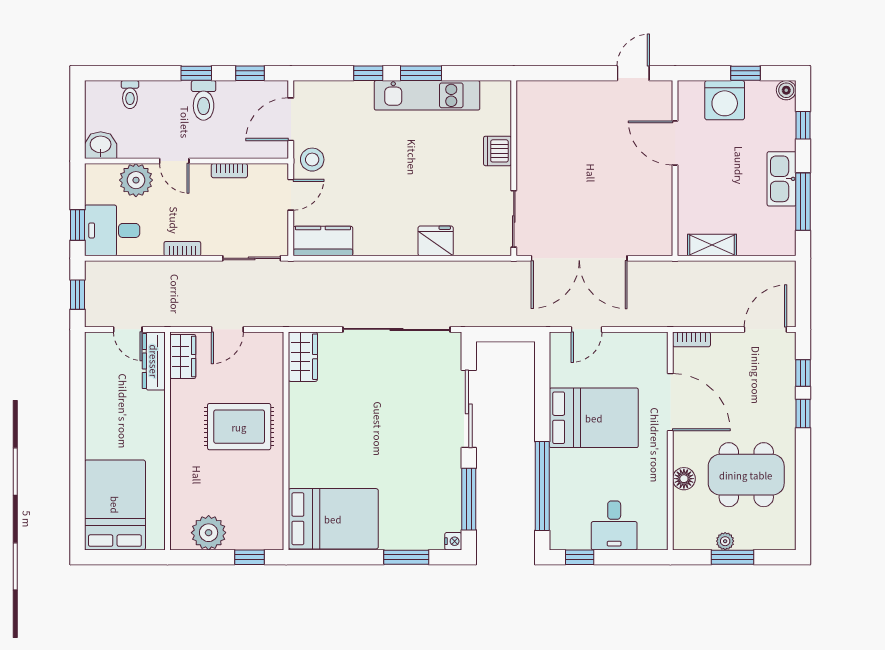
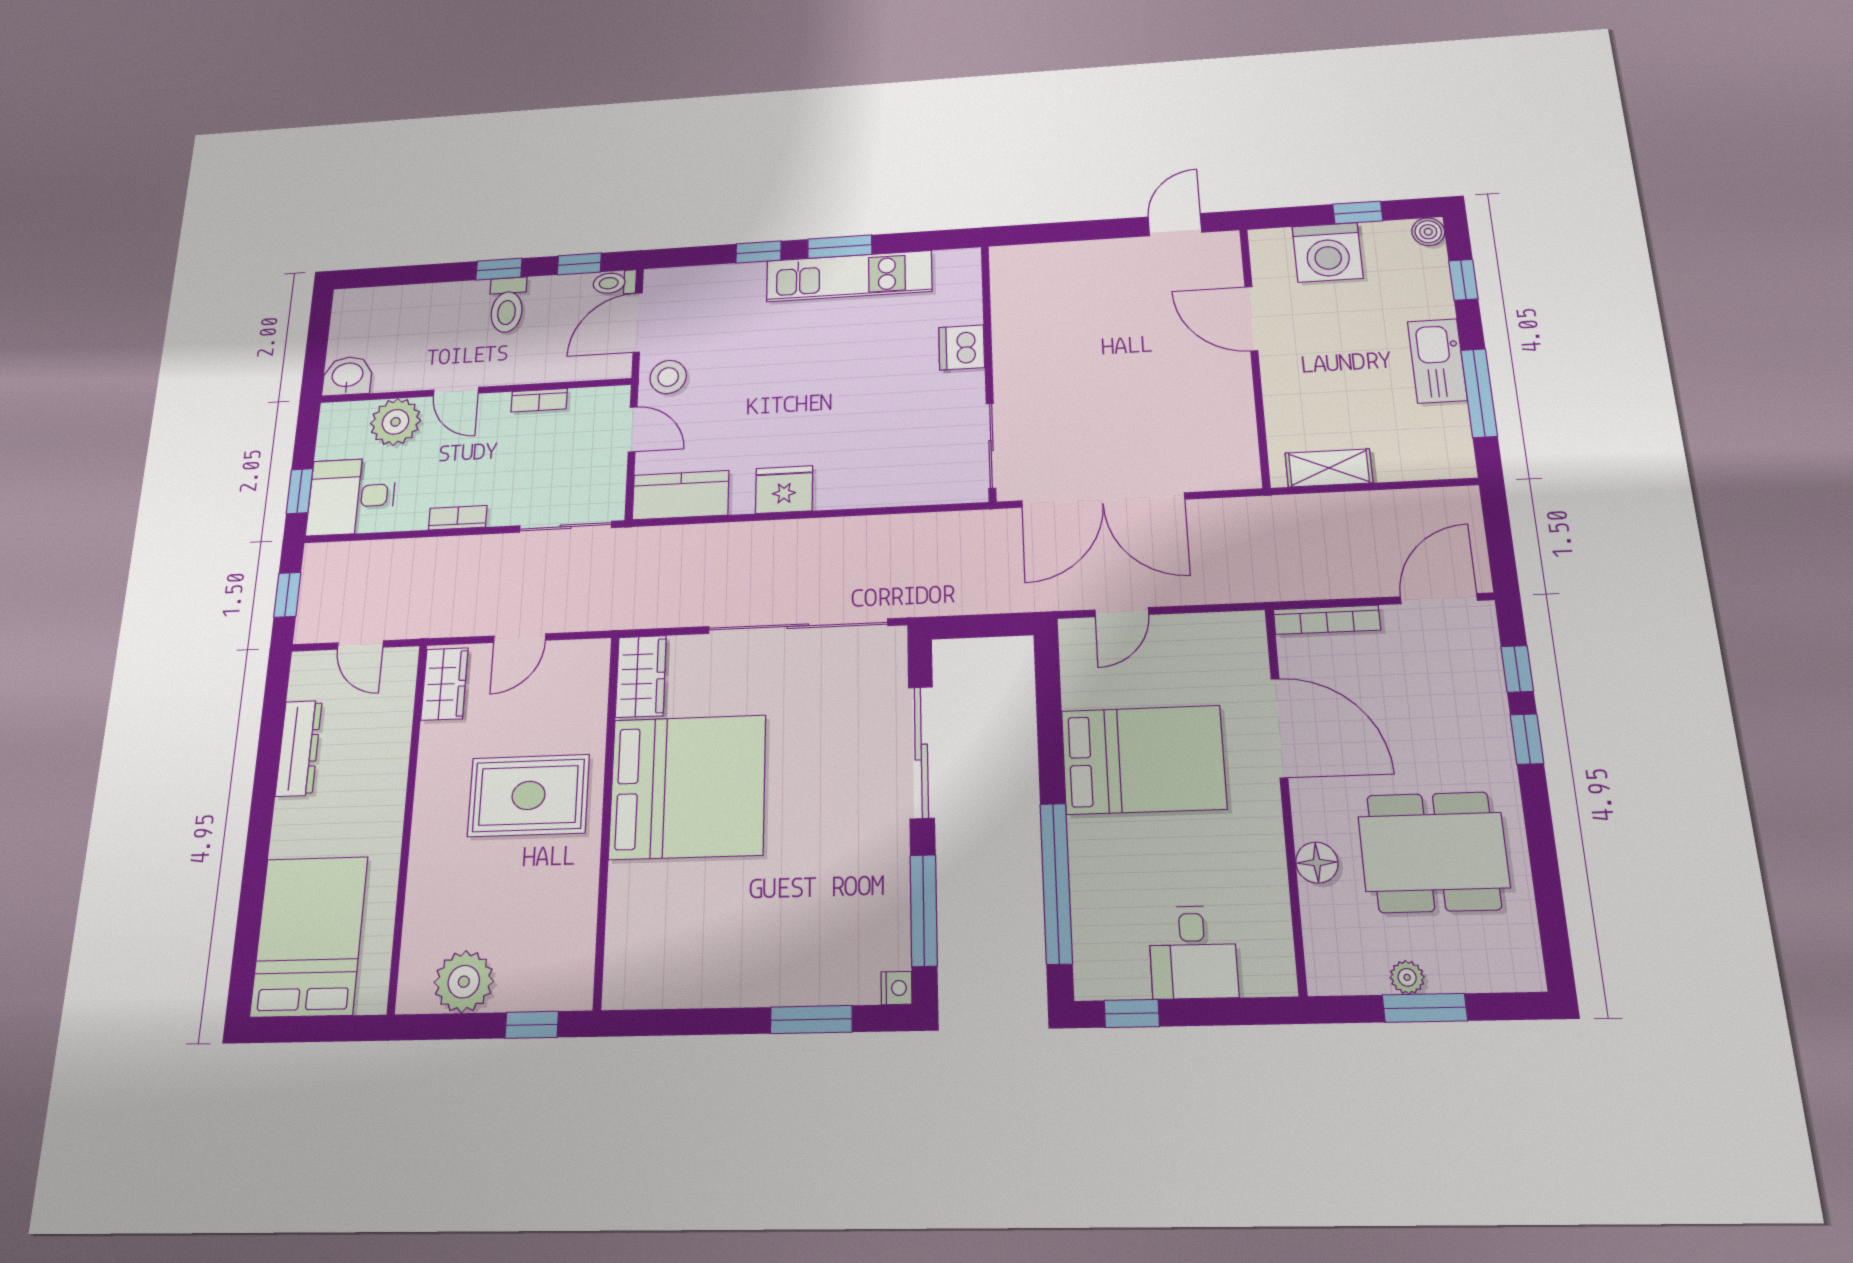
toilet: (130, 95) -> (615, 283), moved, turned 90
door: (291, 195) -> (633, 429), hinge flipped
fridge: (436, 241) -> (784, 490), moved
bookcase: (691, 339) -> (1327, 620), width x1.56
dresser: (154, 361) -> (299, 748), moved, turned 180
bed: (333, 519) -> (688, 787), moved, width x1.36

